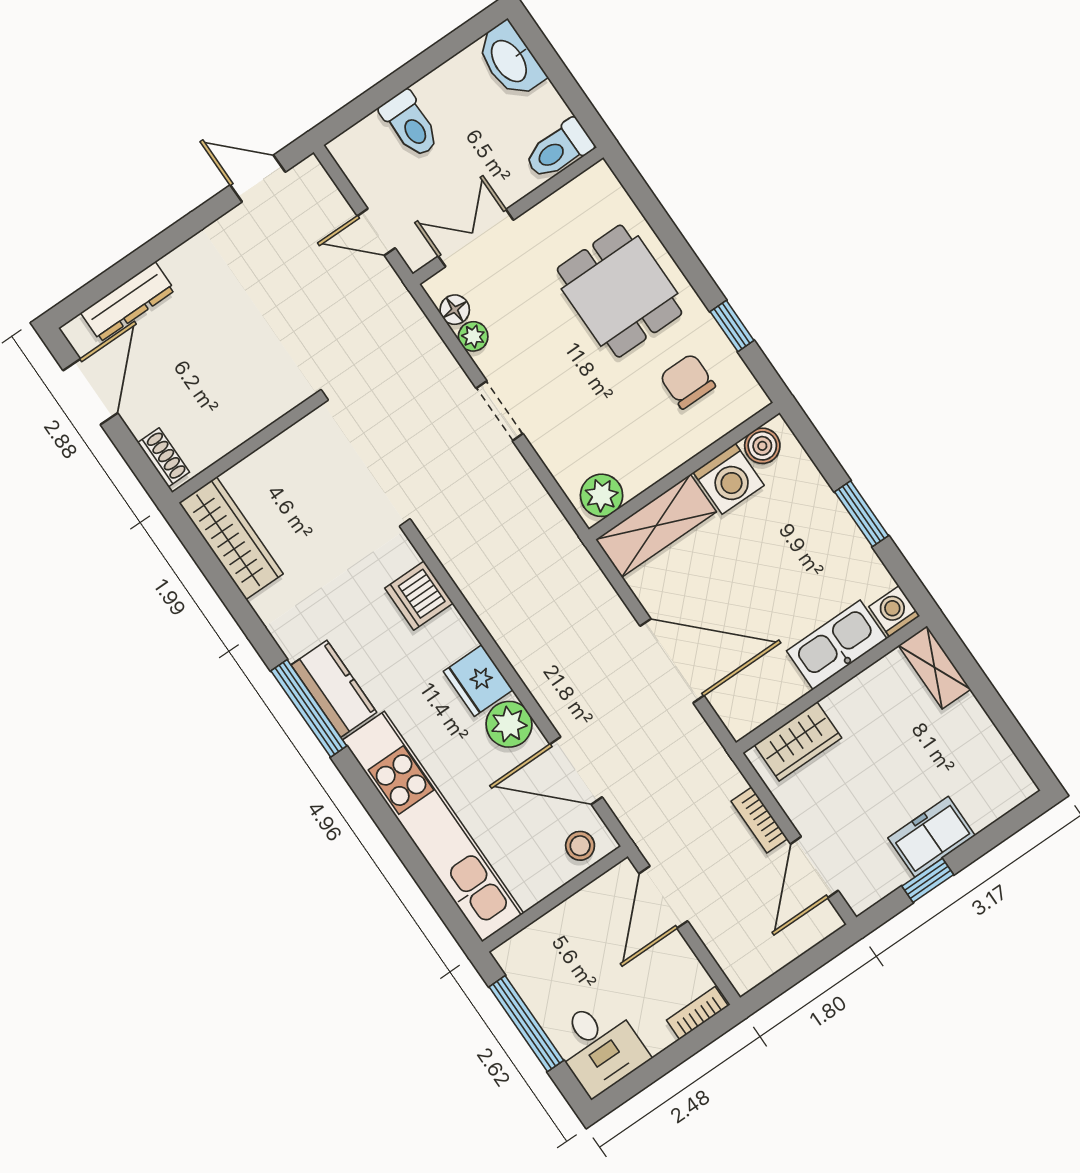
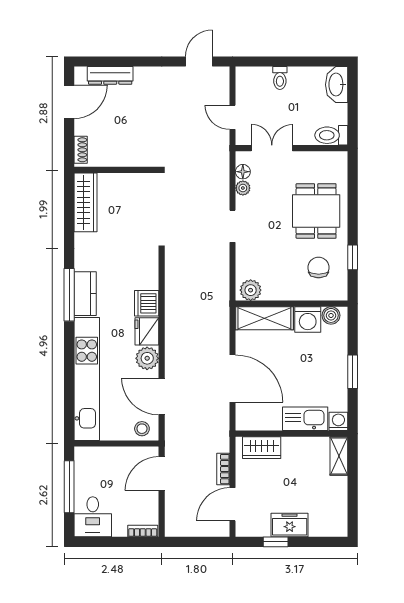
toilet: (410, 124) -> (280, 78), width x0.73, depth x0.72
door: (258, 178) -> (199, 62), hinge flipped
dishwasher: (419, 596) -> (147, 303), moved

